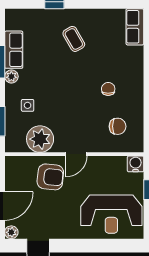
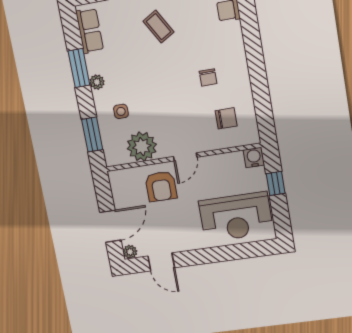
row of seats: (14, 50) -> (90, 31), moved
chair: (108, 89) -> (208, 77), turned 180
armchair: (50, 177) -> (161, 186), turned 84

